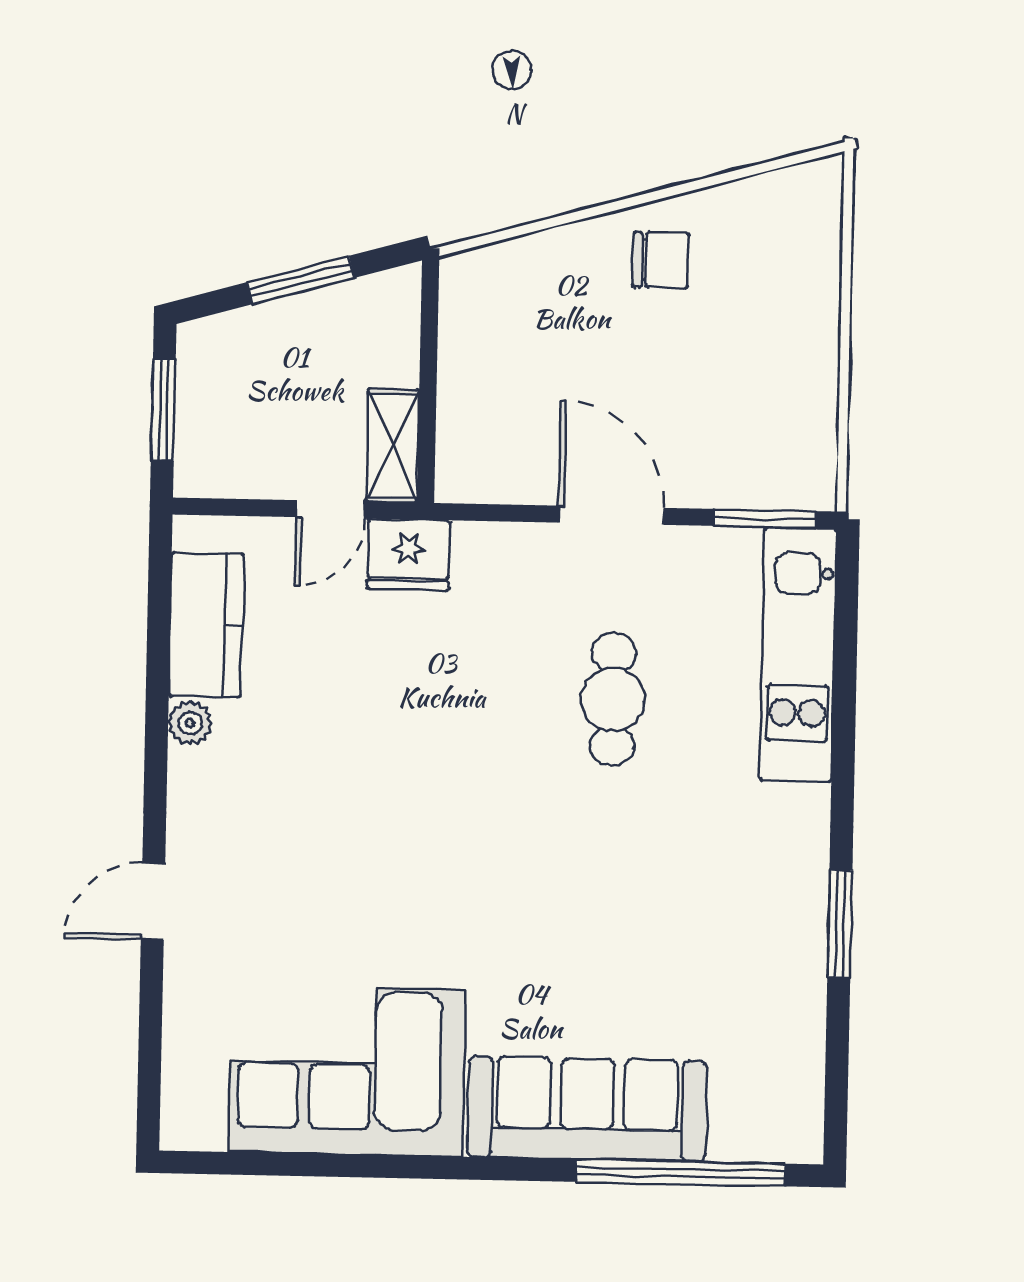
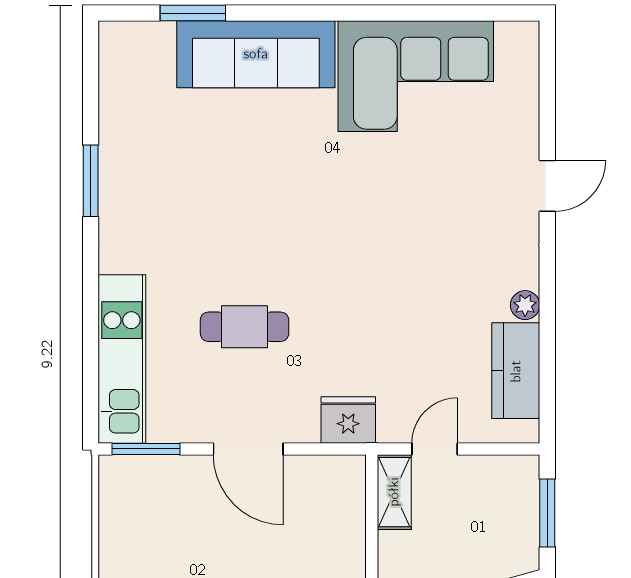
fridge: (408, 555) -> (348, 420), moved
cafe table: (613, 699) -> (245, 327), turned 90
window: (681, 1173) -> (193, 13), width x0.47

